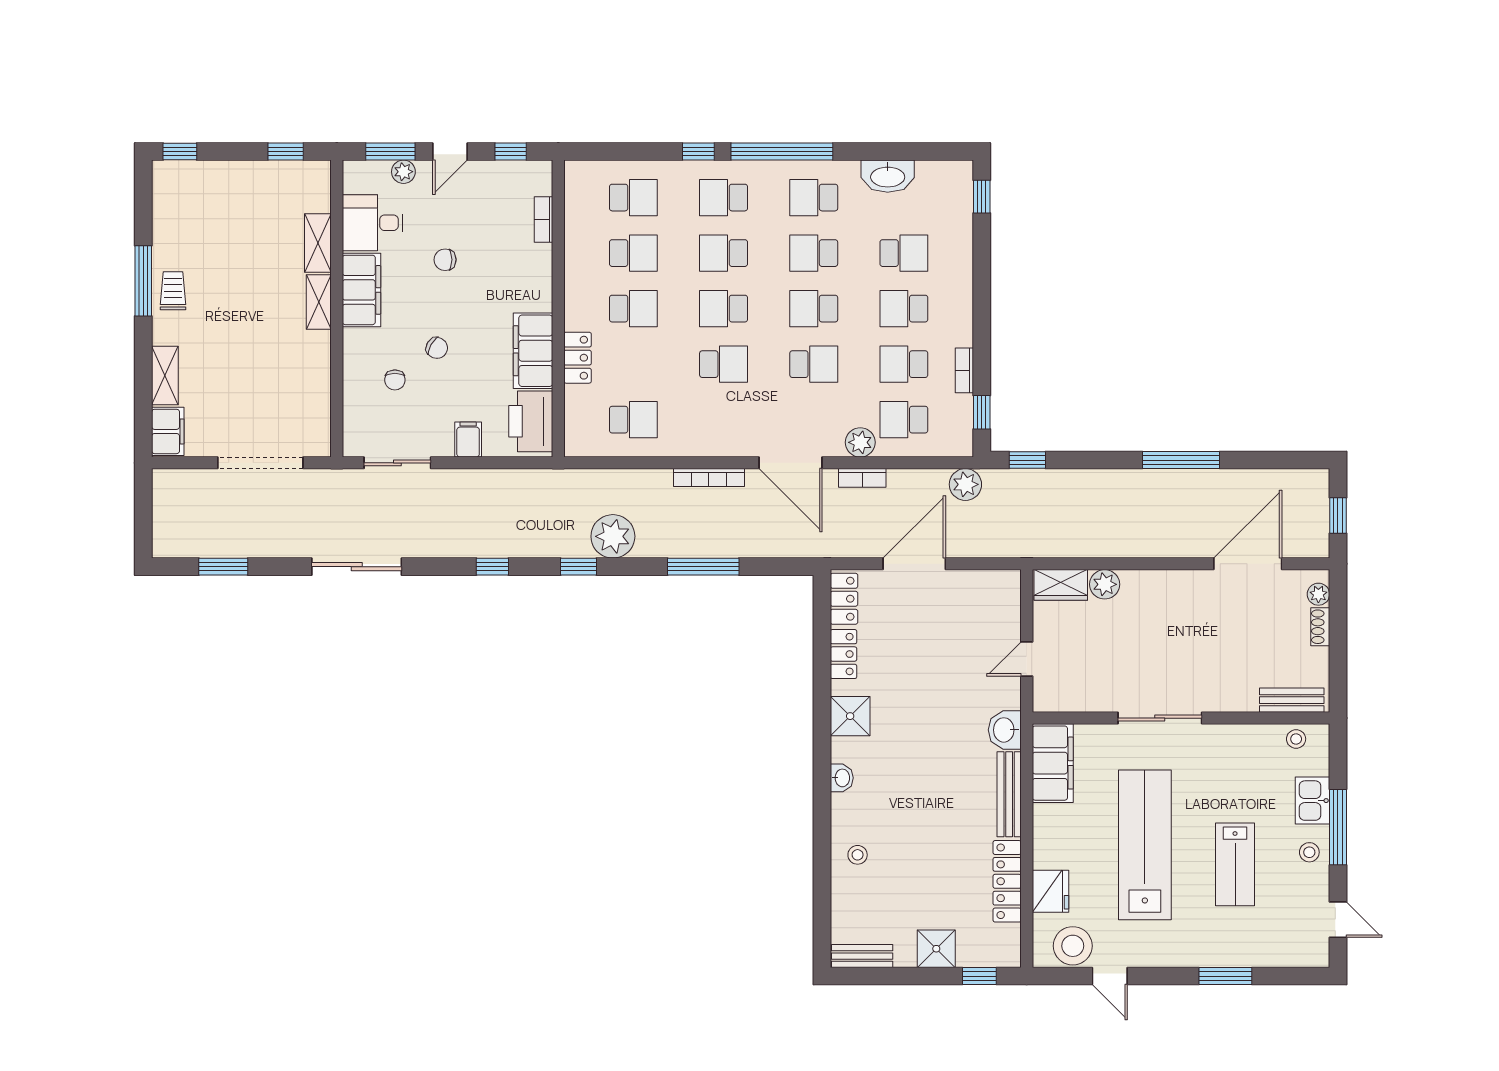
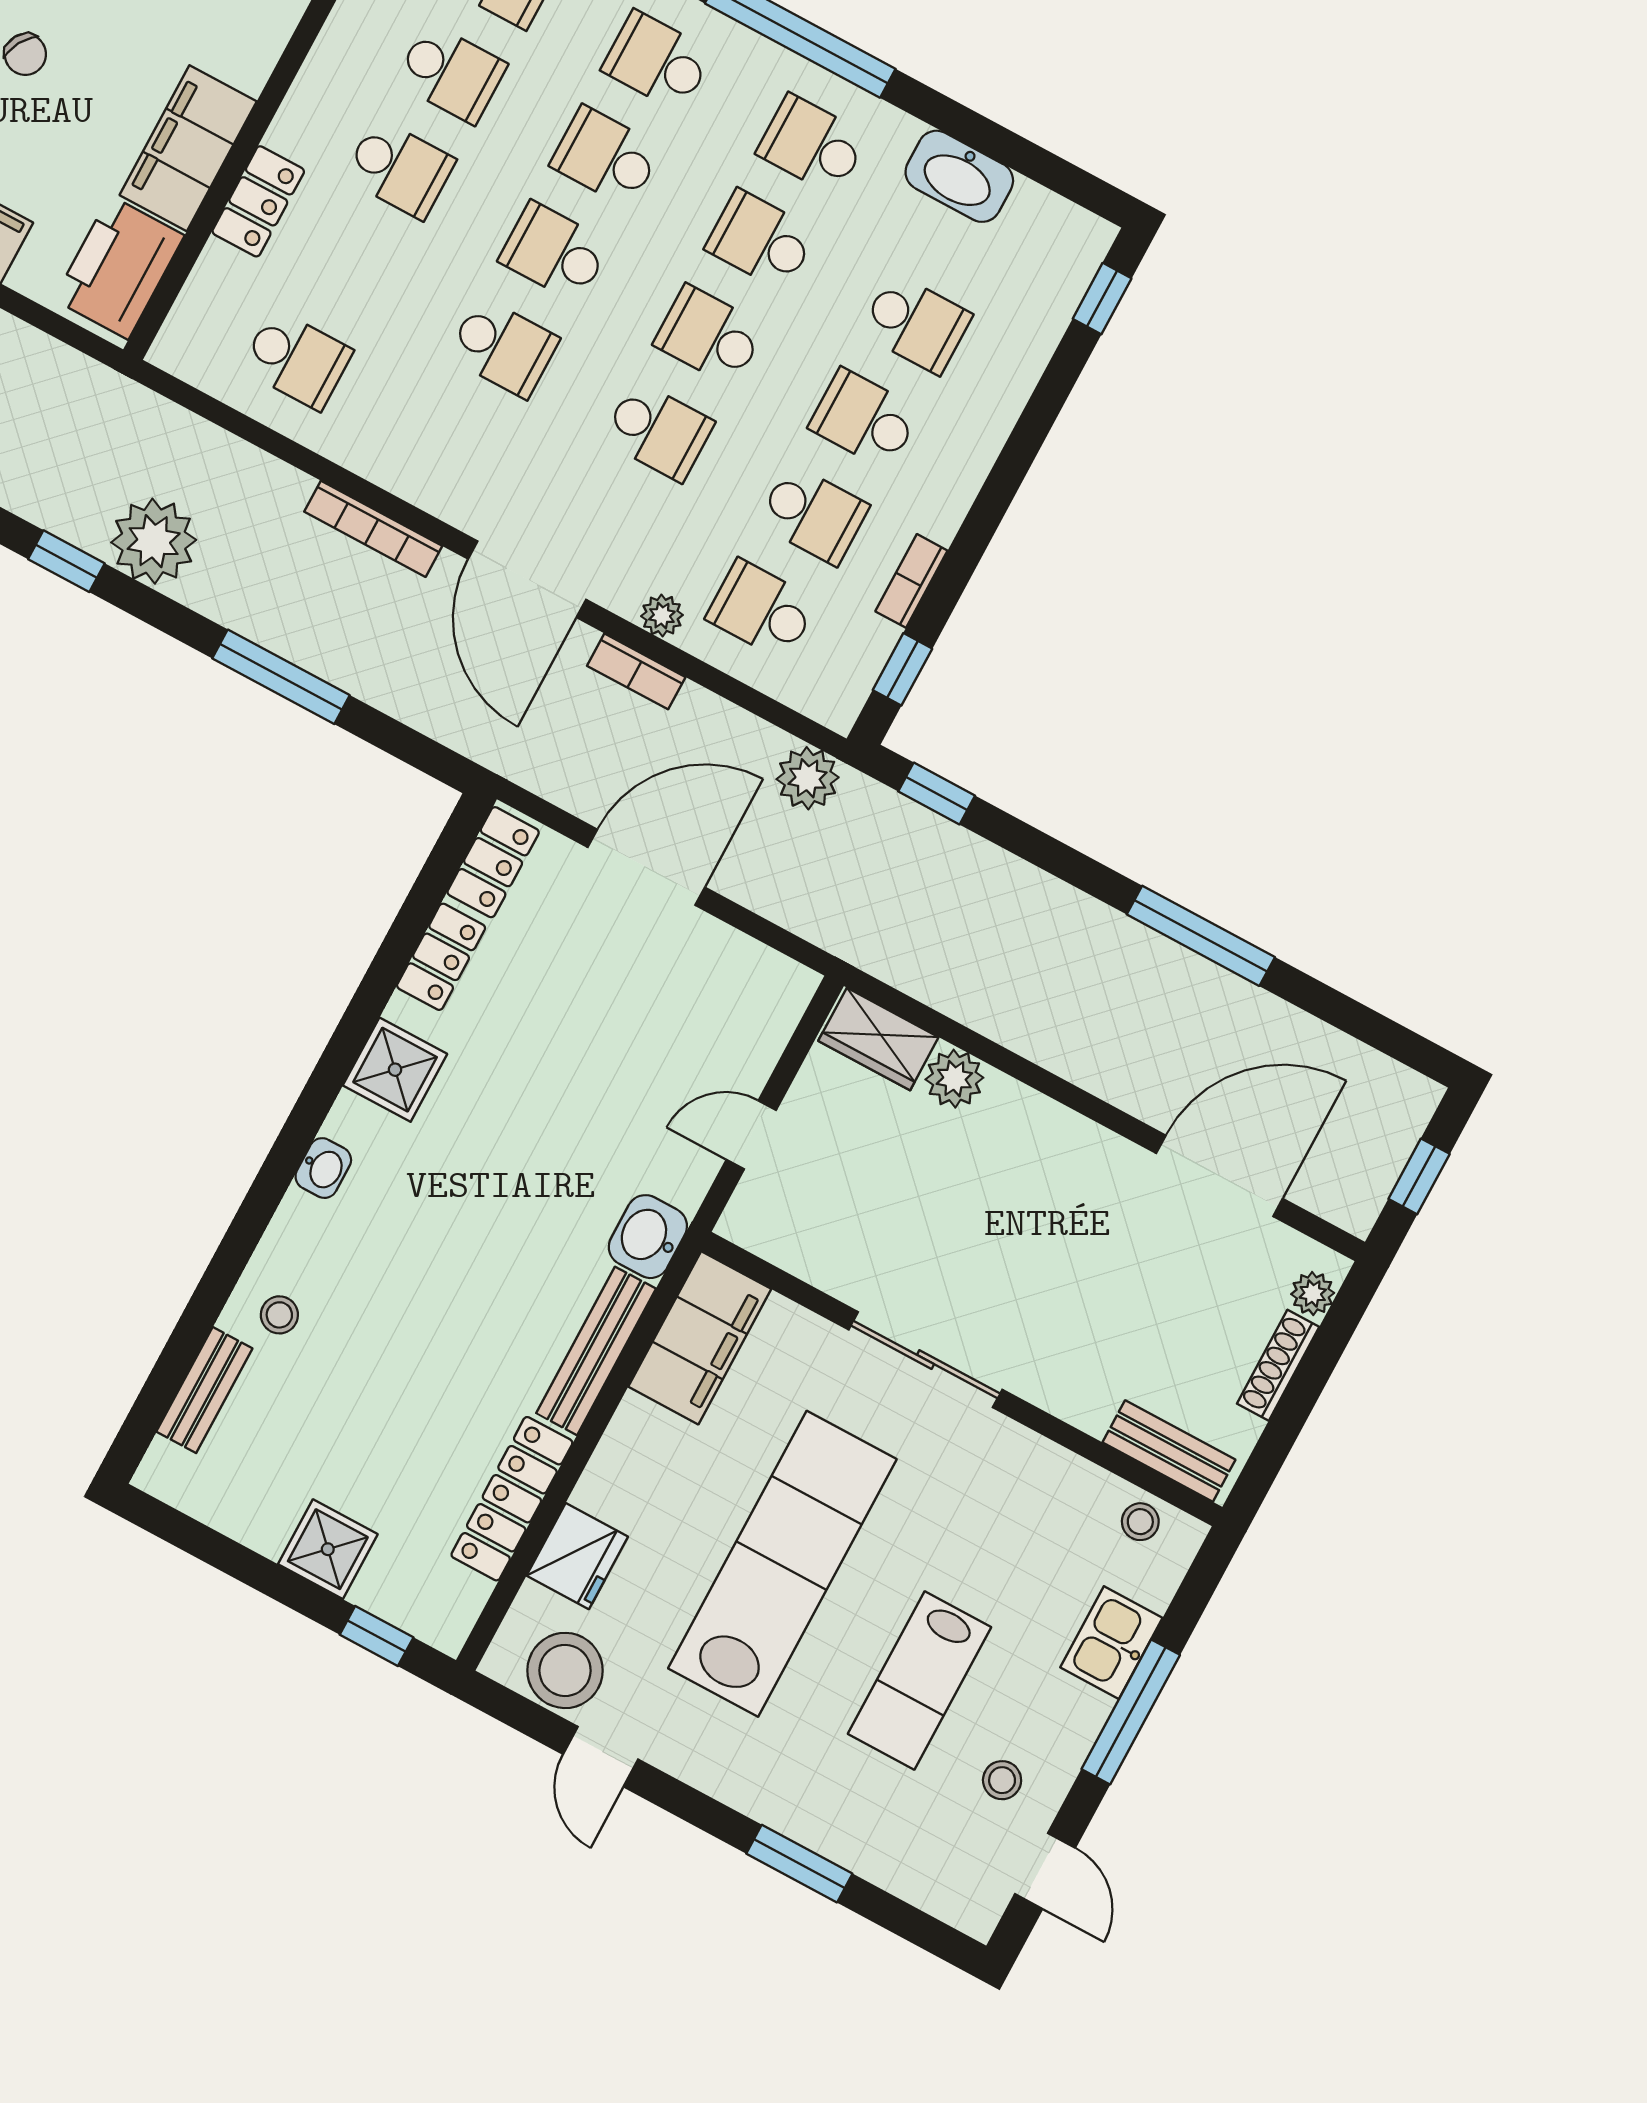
school desk: (904, 364) -> (813, 514), turned 180
plant: (860, 442) -> (662, 616), width x0.73, depth x0.73
shoe rack: (1320, 627) -> (1278, 1365), width x1.43
stool: (1309, 852) -> (1002, 1780), moved
bench: (862, 956) -> (204, 1390), moved, turned 90

